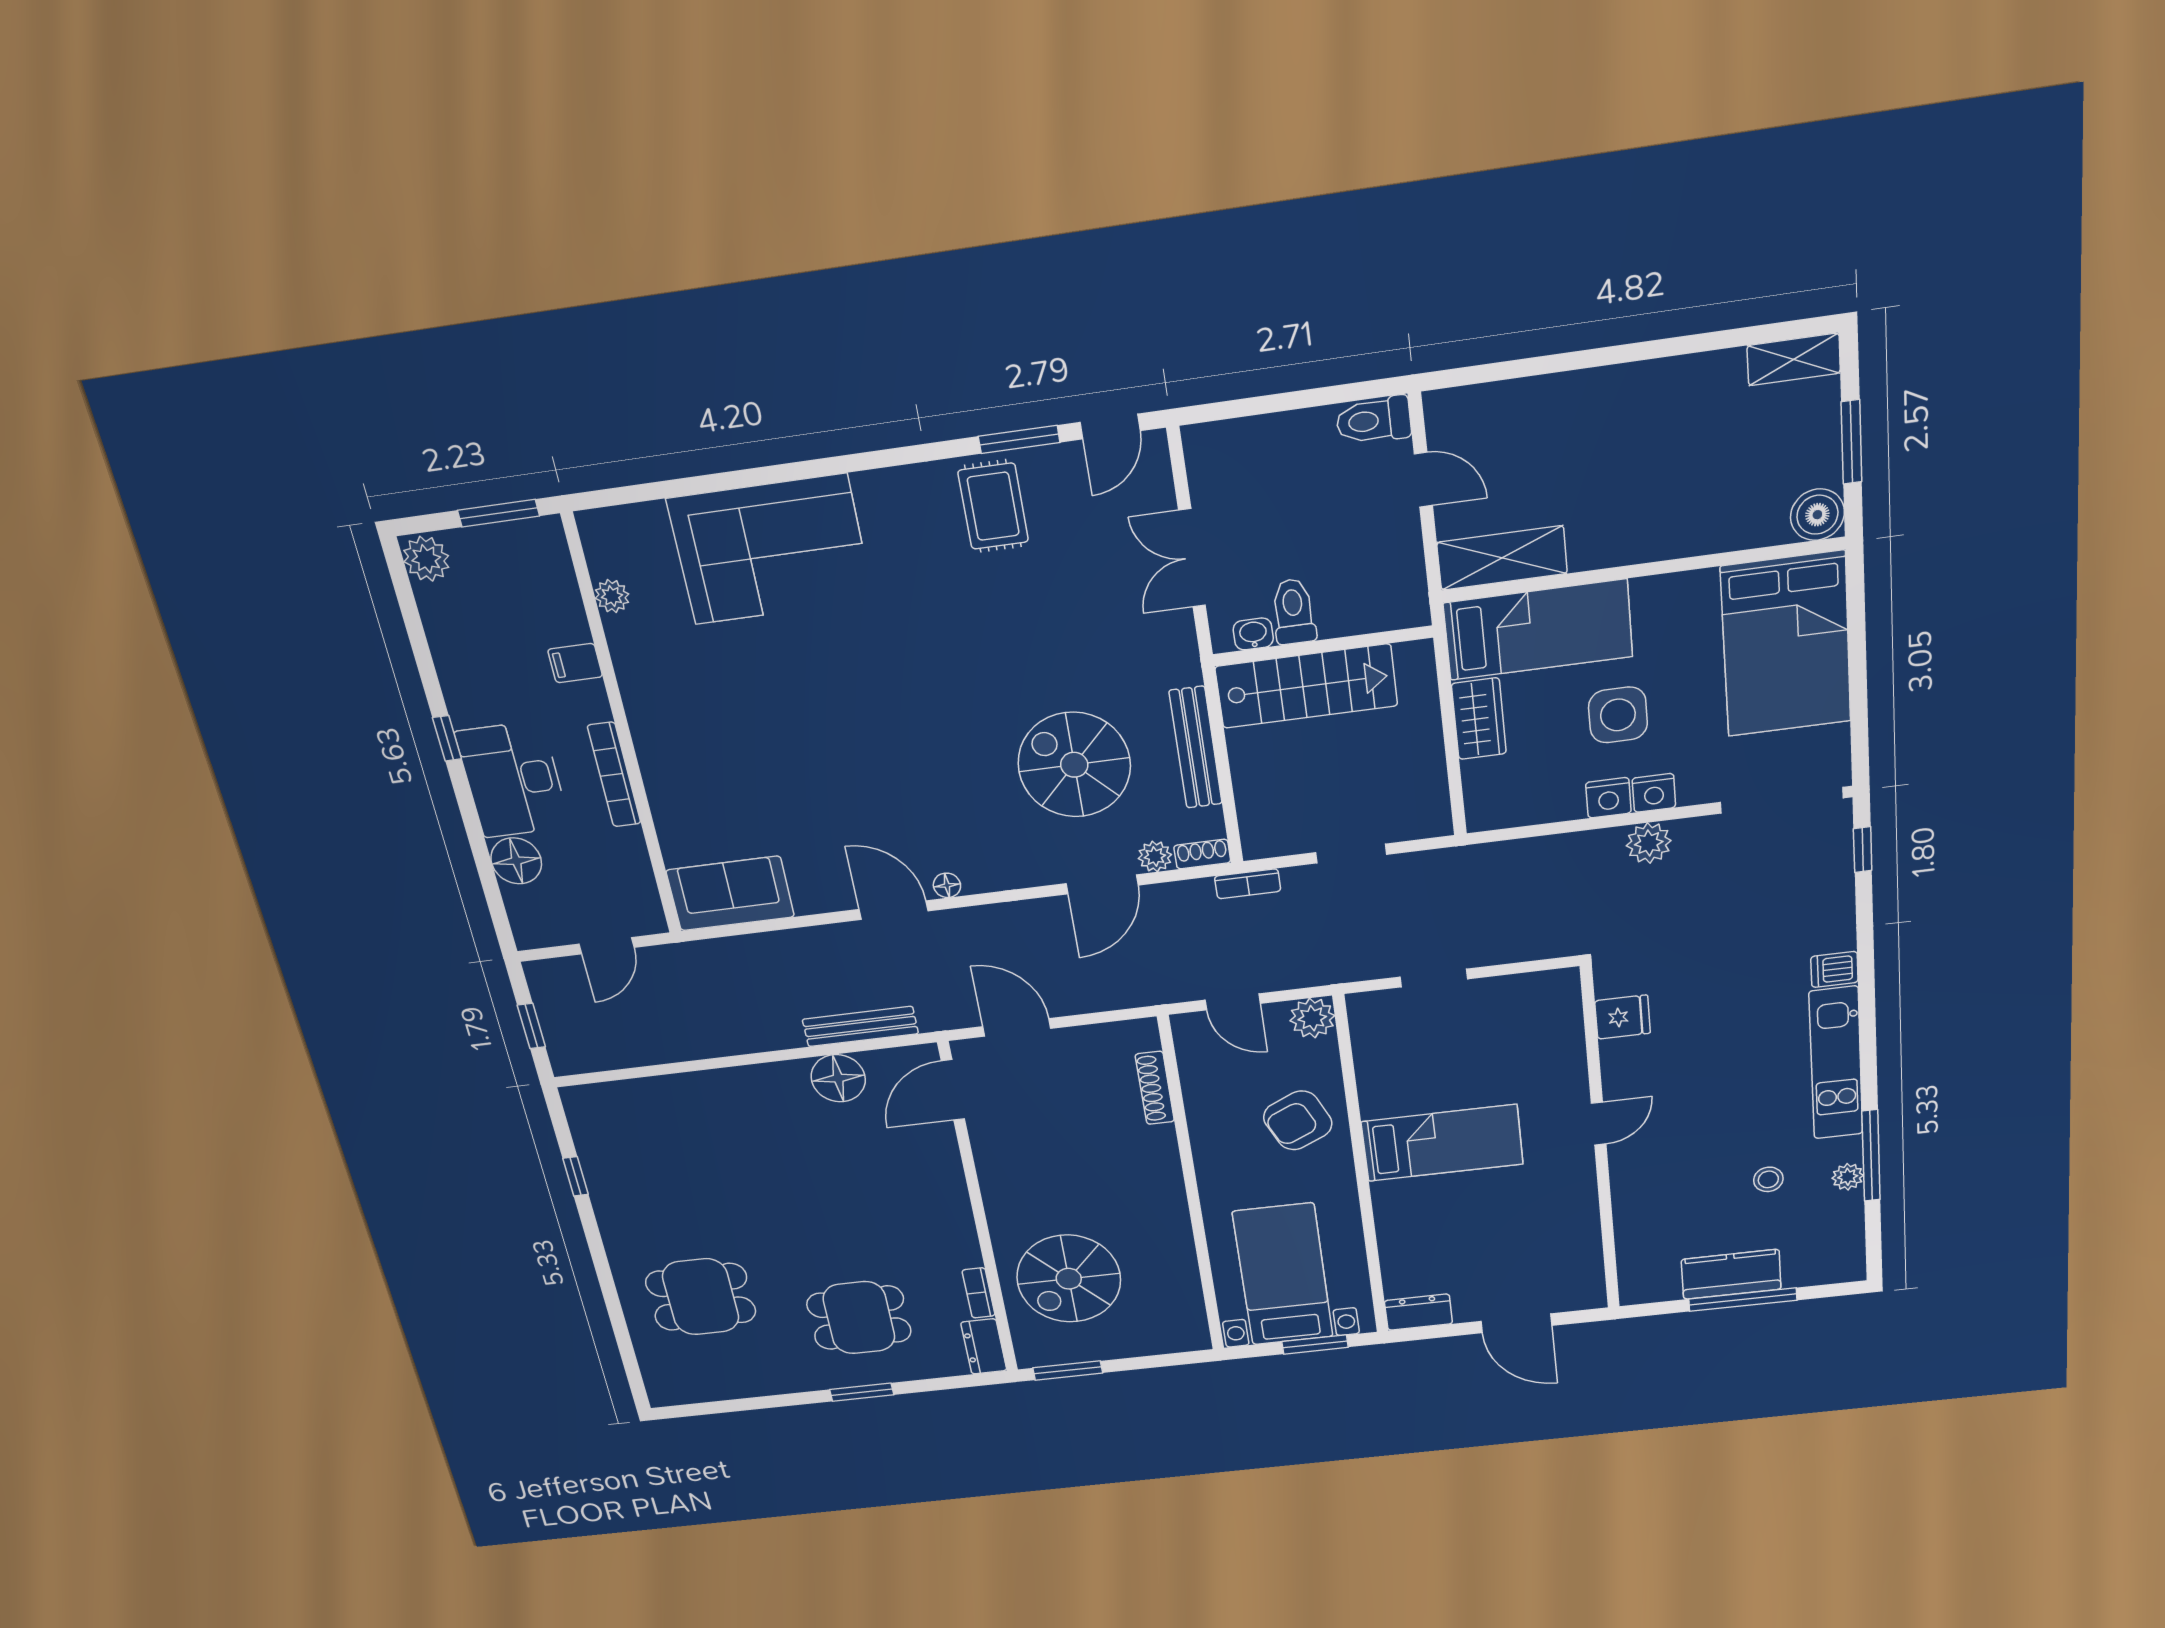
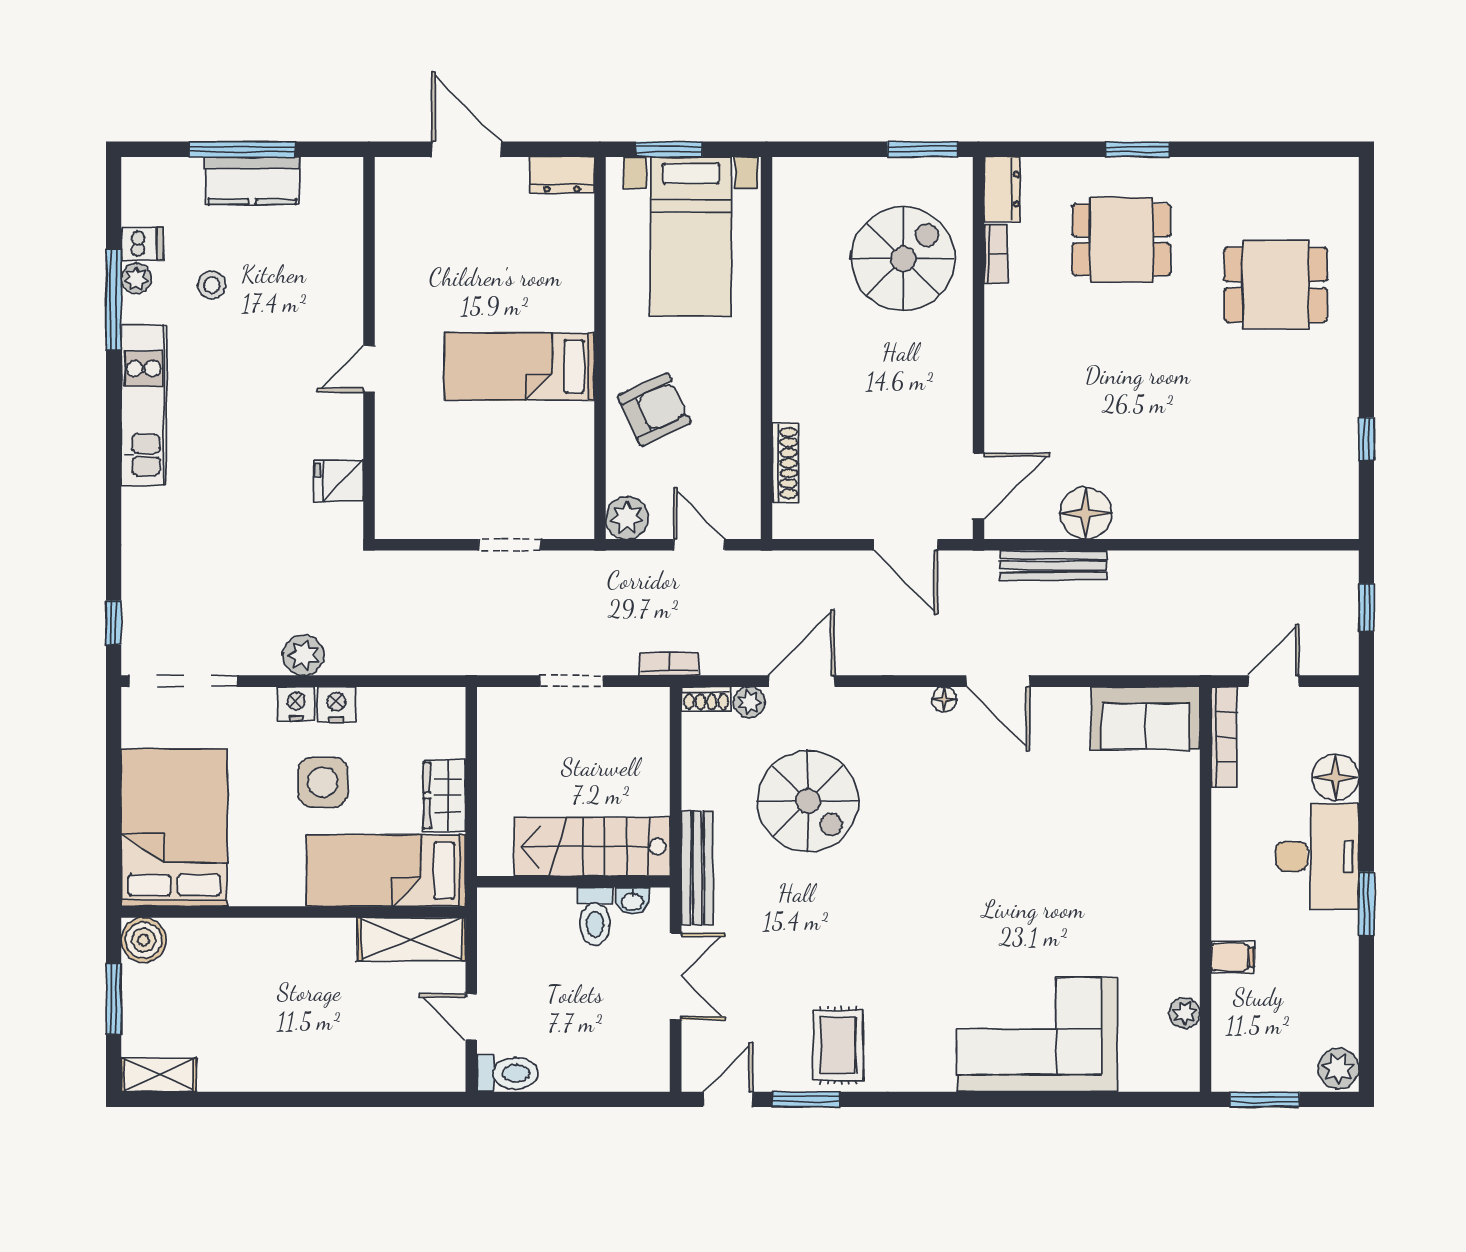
window: (447, 738) -> (1366, 904), width x1.50
bench: (1196, 747) -> (697, 868), moved
bookcase: (614, 775) -> (1224, 737), moved
dishwasher: (1834, 969) -> (142, 244), moved

